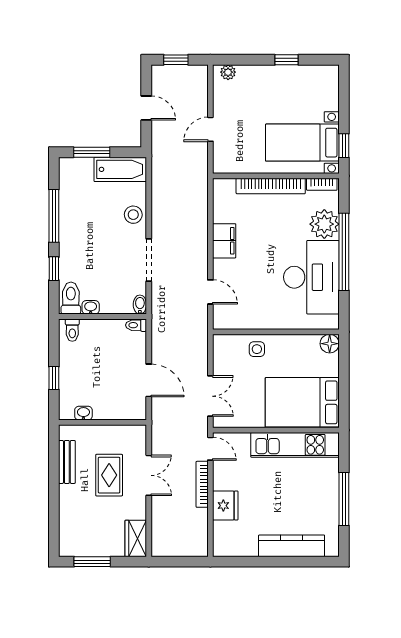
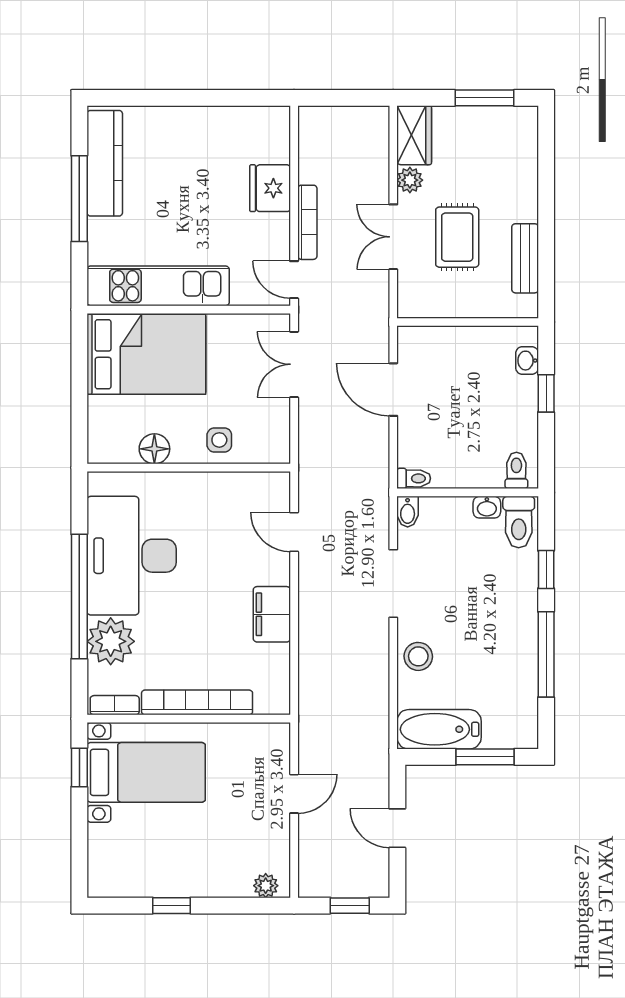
floor lamp: (330, 344) -> (154, 449), moved
washbasin: (83, 413) -> (527, 361), moved, turned 90
plant: (138, 511) -> (410, 180), added
kitchen counter: (292, 546) -> (105, 163), moved, turned -90

